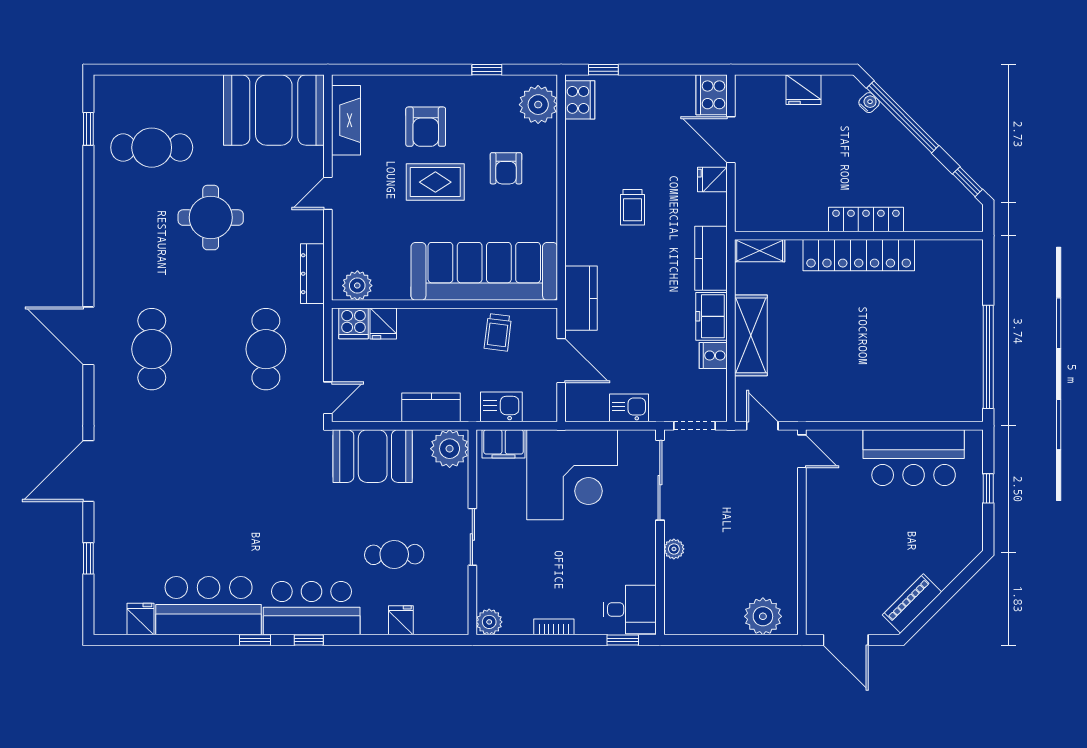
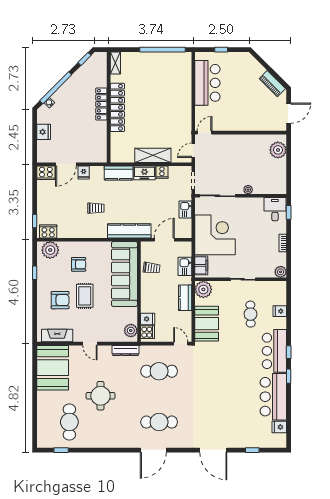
shelving: (760, 251) -> (115, 63), moved
kitchen counter: (581, 298) -> (129, 231), width x1.50

